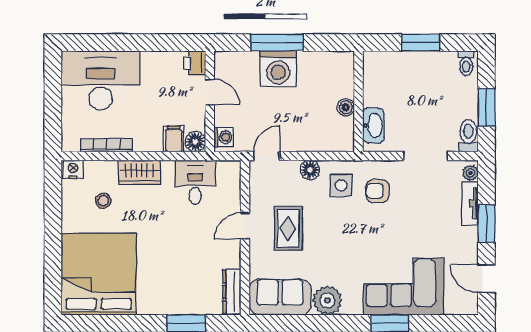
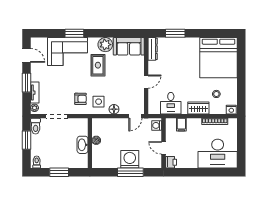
washbasin: (373, 126) -> (83, 145), moved
floor lamp: (195, 142) -> (171, 123), removed
rug: (288, 228) -> (98, 65), moved

